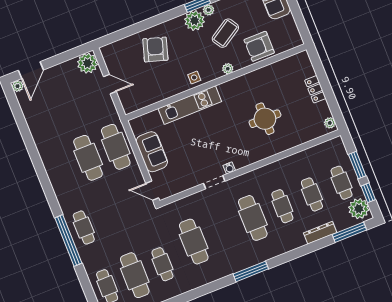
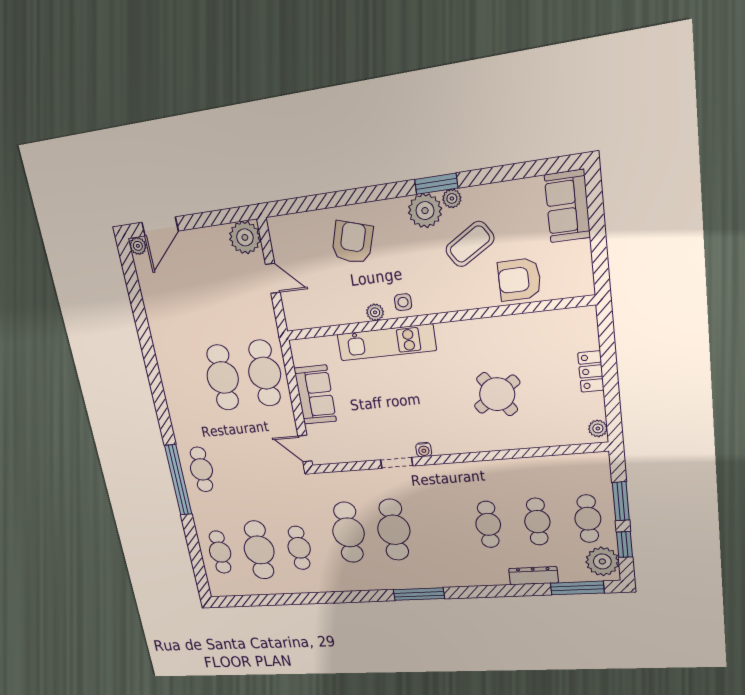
plant: (228, 69) -> (375, 312), moved
round table: (265, 119) -> (497, 394), turned -34
cafe table: (253, 218) -> (394, 530), moved

